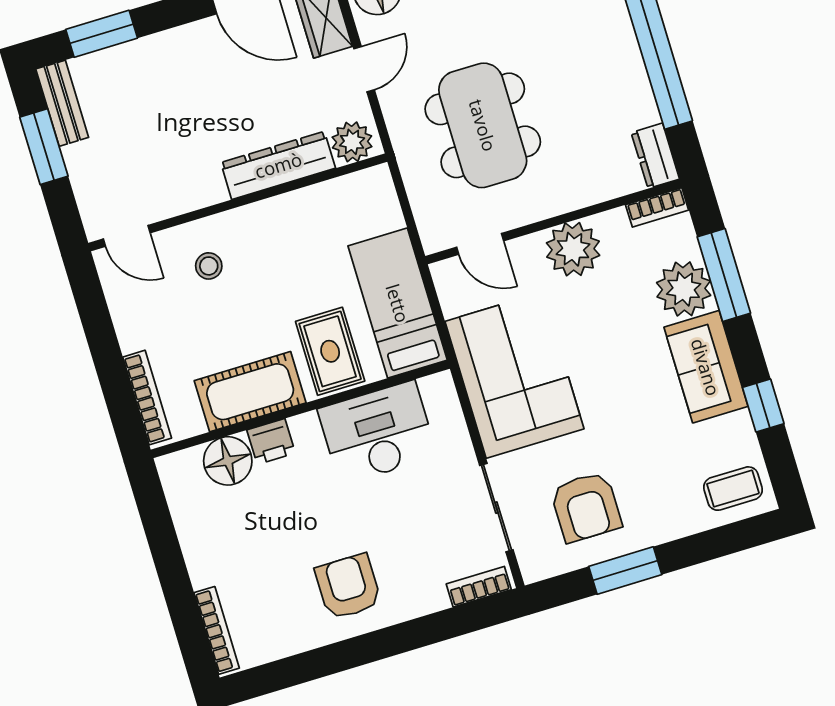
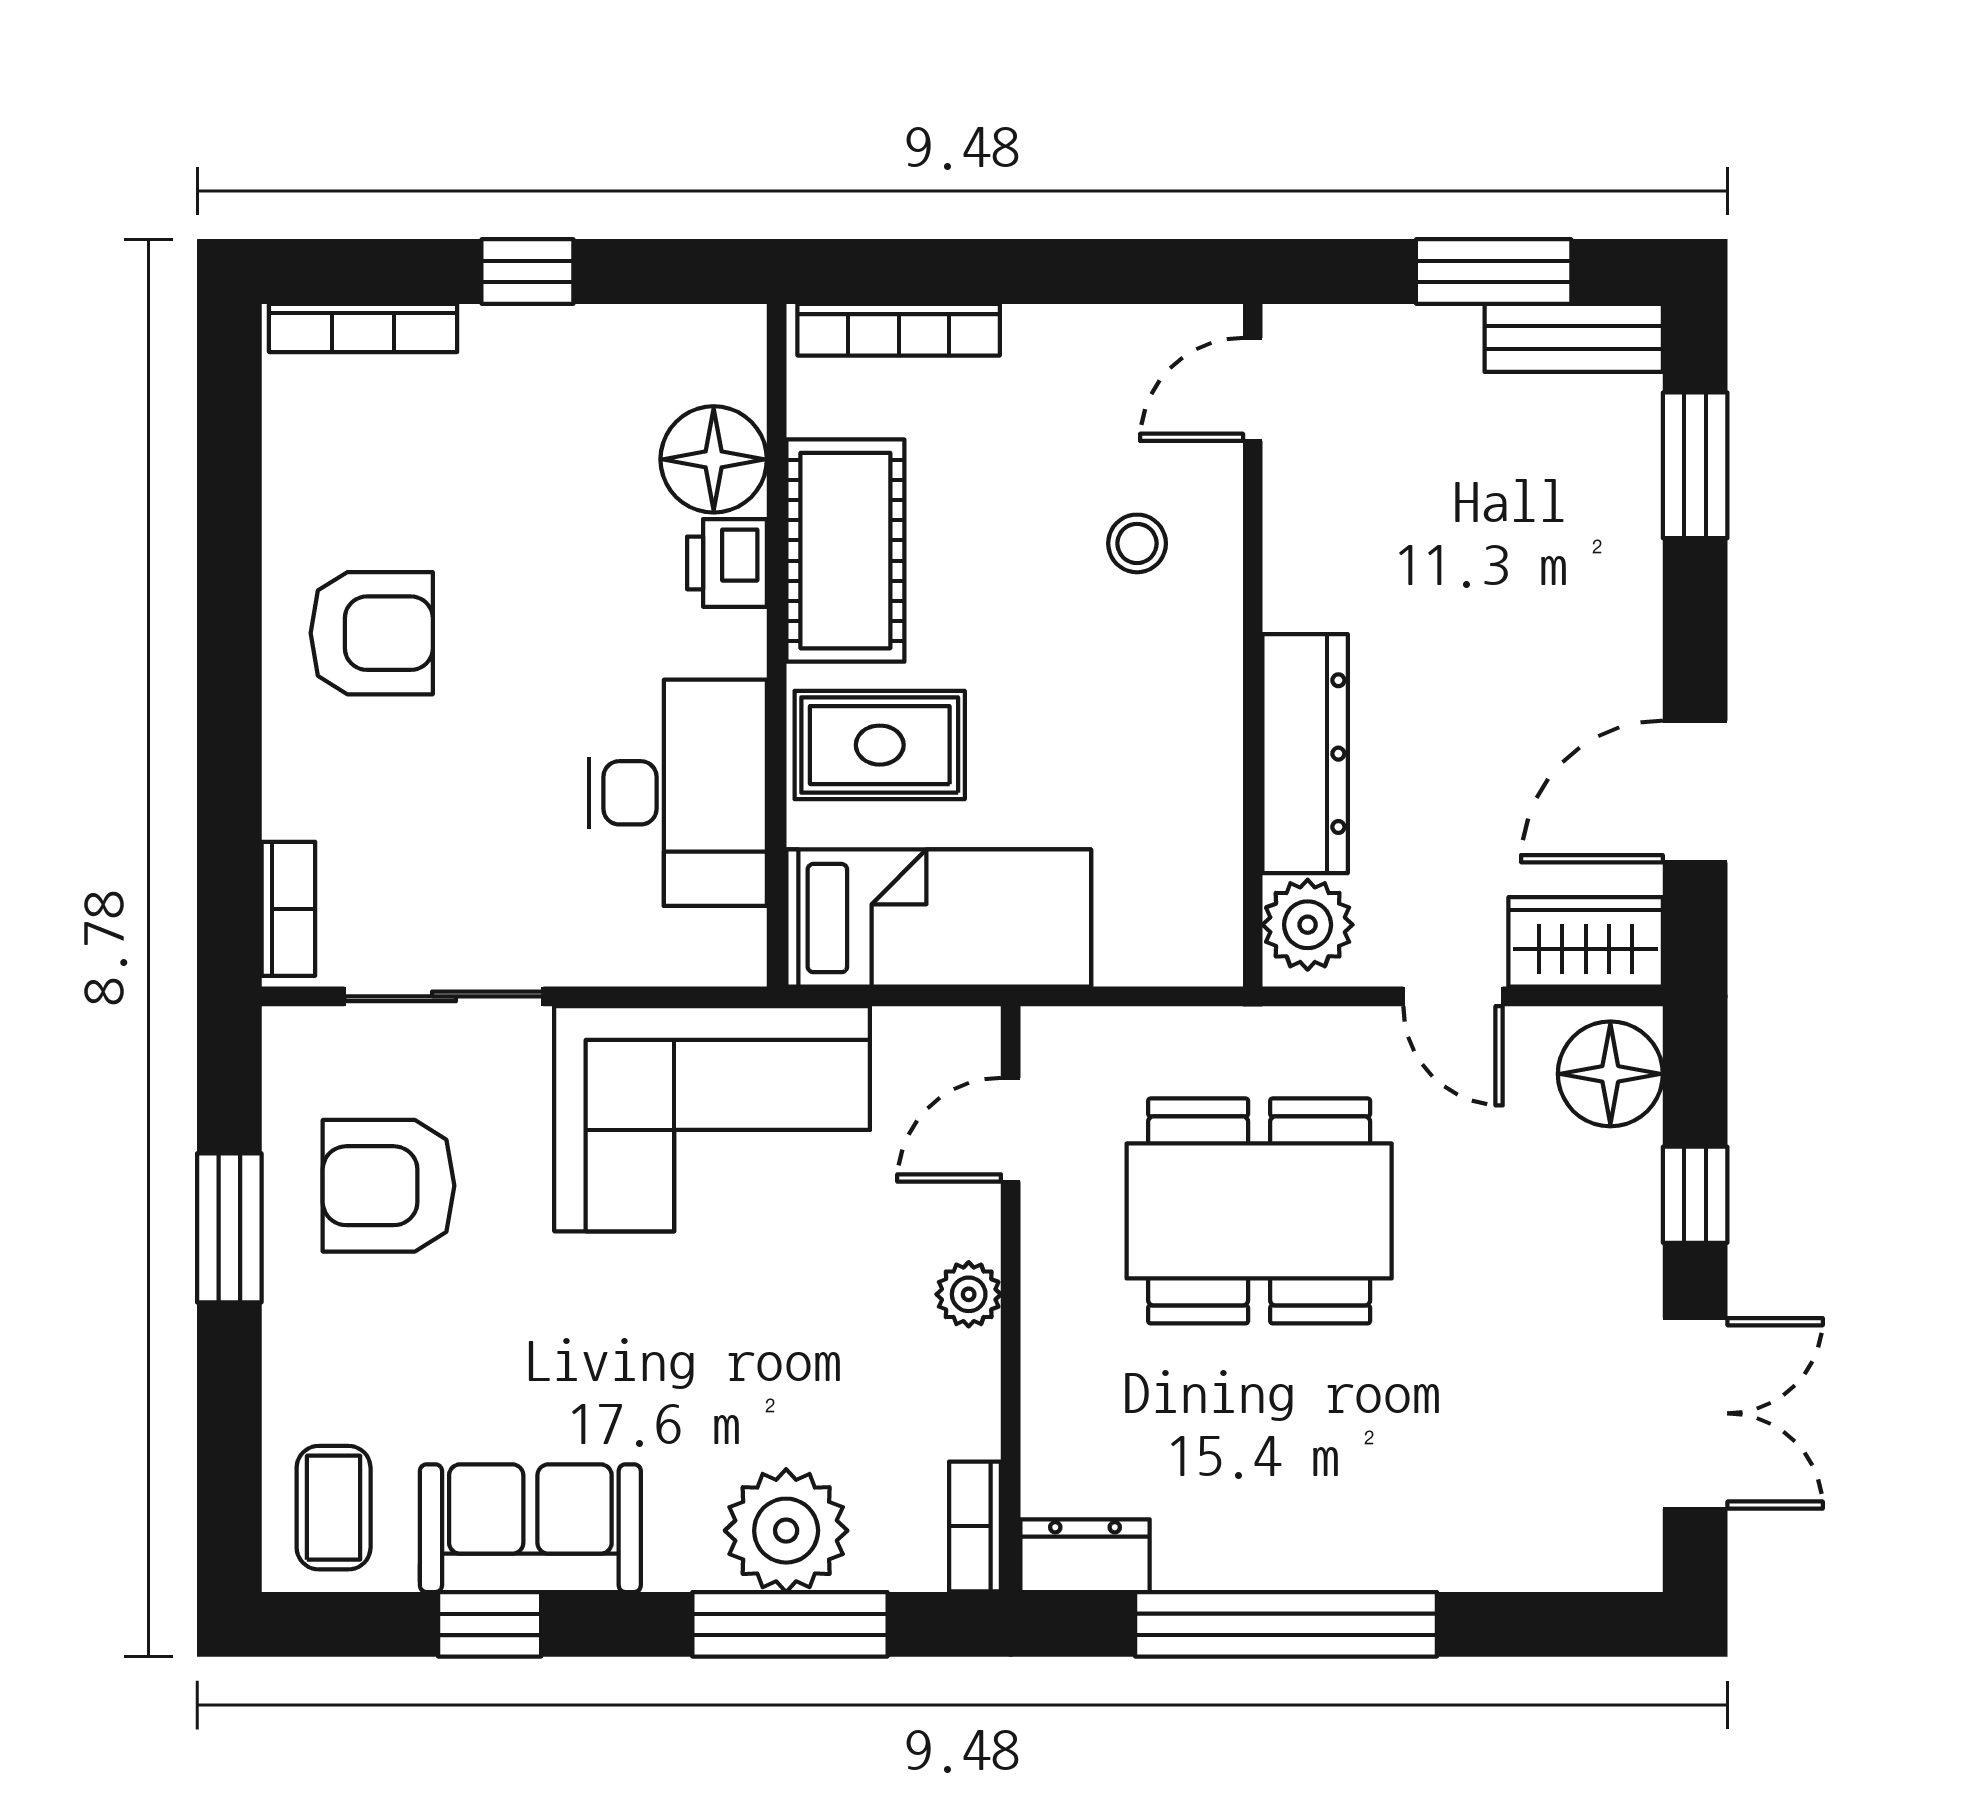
plant: (573, 249) -> (969, 1294), width x0.53, depth x0.53
sofa: (706, 367) -> (530, 1528), moved
window: (171, 566) -> (527, 272), added

